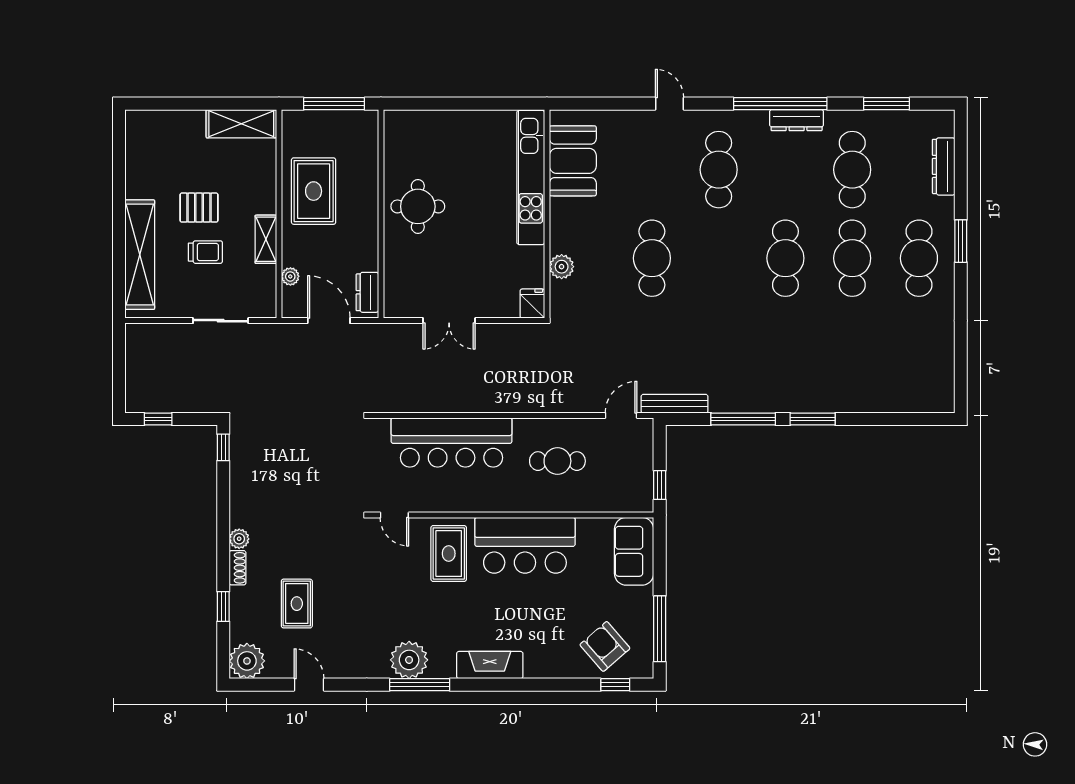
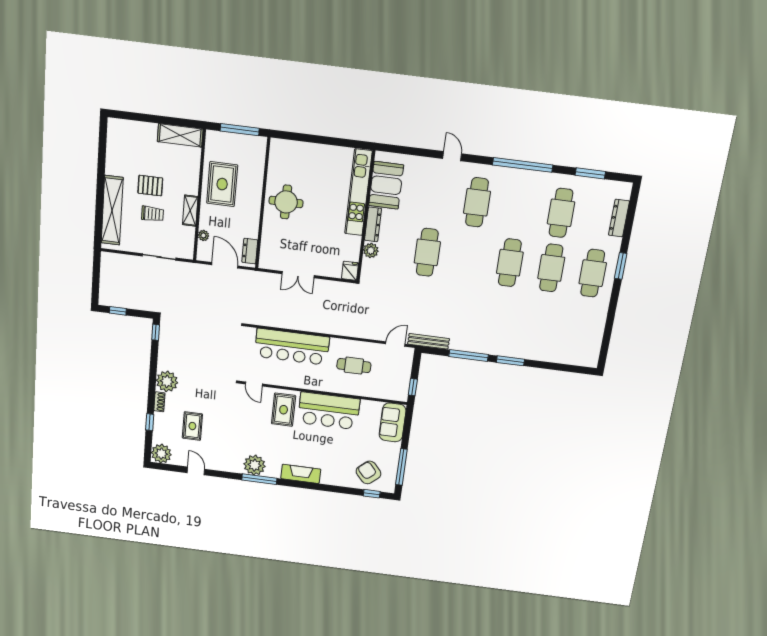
dresser: (797, 120) -> (373, 224), moved, turned -90
plant: (239, 539) -> (167, 381), width x1.87, depth x1.87

